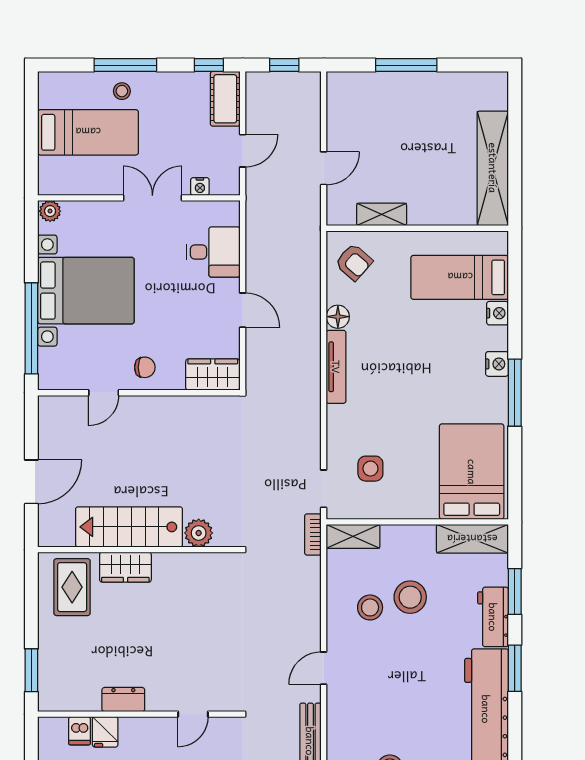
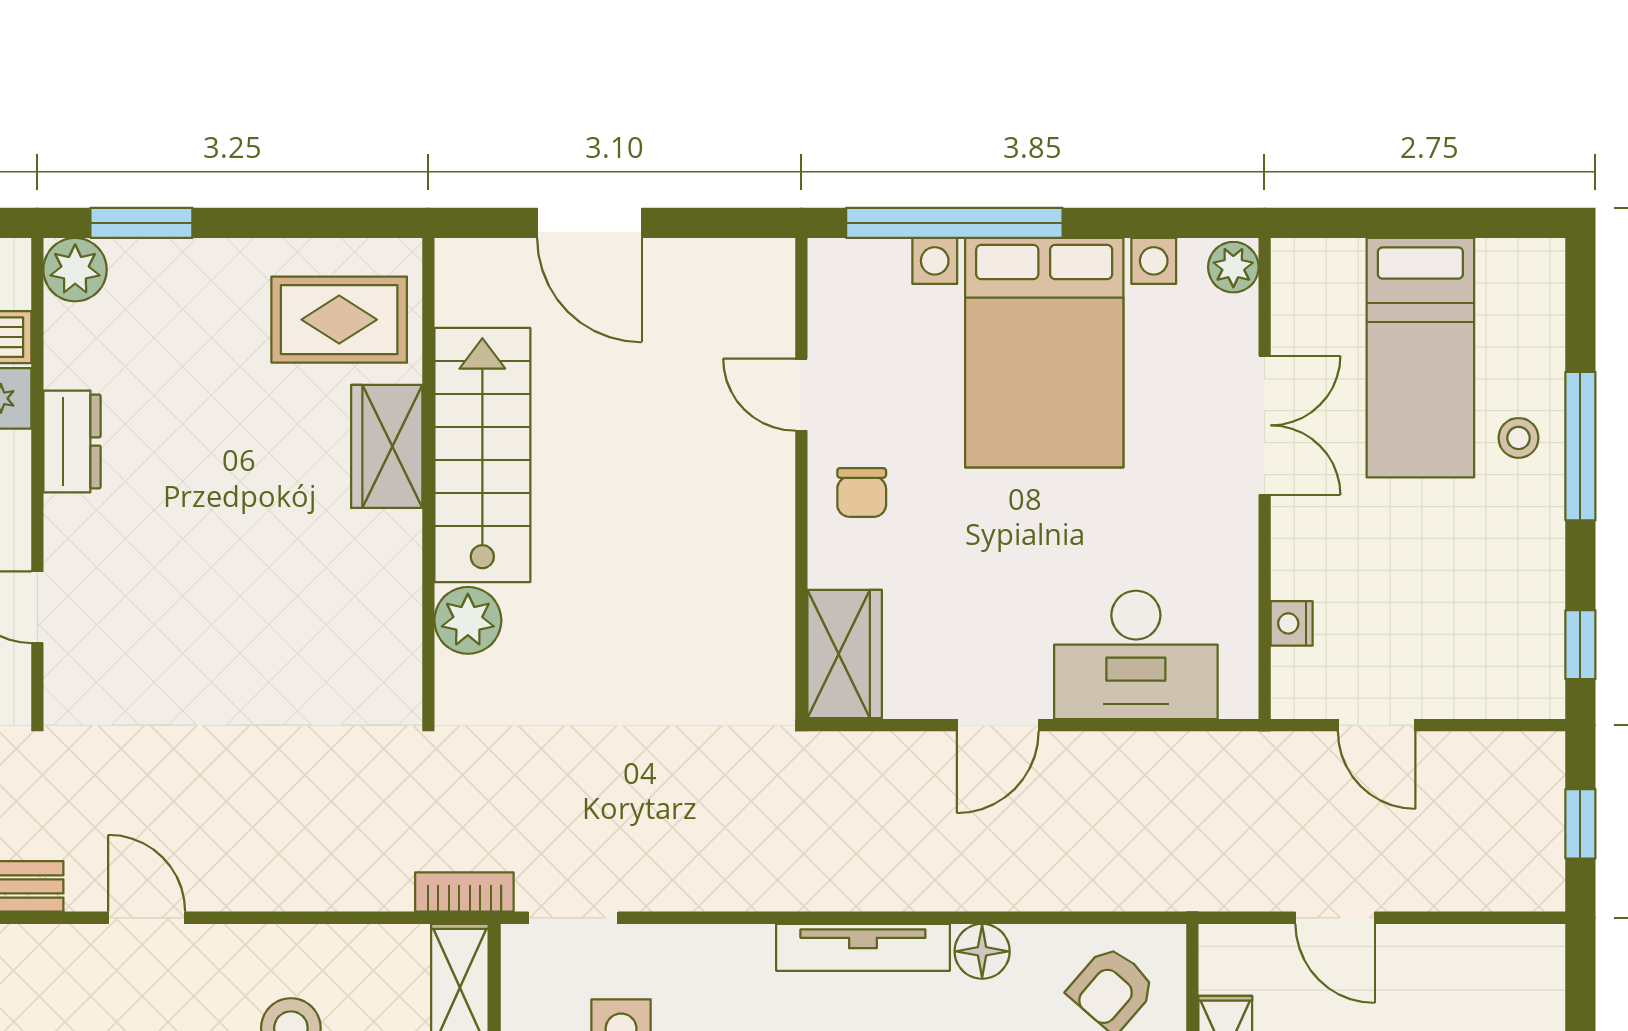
cot: (225, 99) -> (1500, 684), removed
double door: (152, 198) -> (1265, 425), moved
desk: (213, 252) -> (1136, 655), width x1.37
plant: (51, 698) -> (75, 270), added

